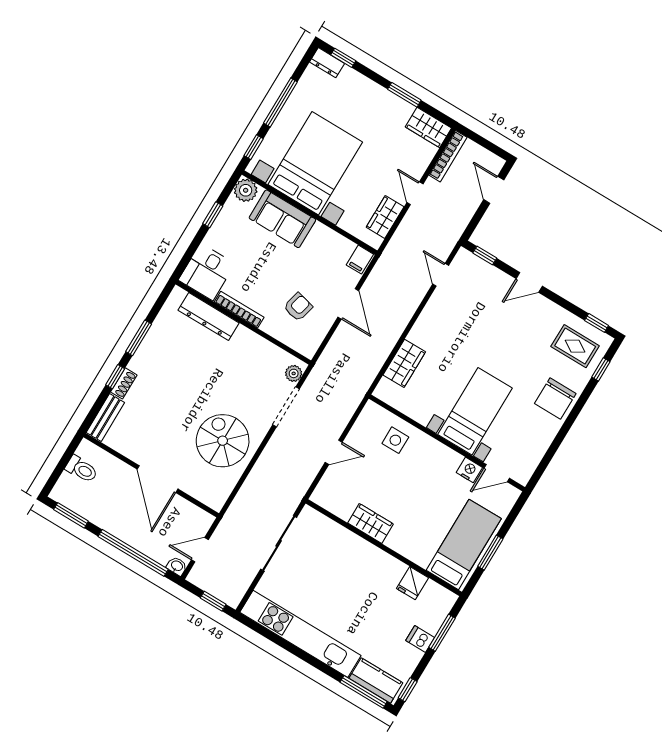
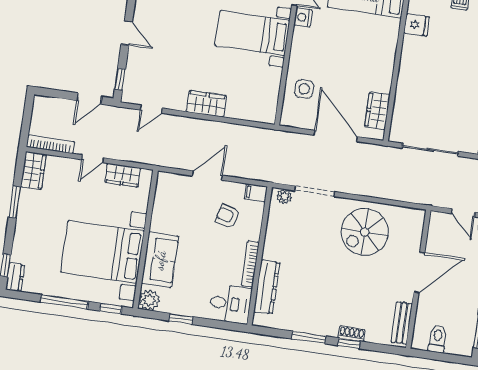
door: (494, 190) -> (89, 99), moved
filing cabinet: (360, 260) -> (256, 193), moved, turned 180
wardrobe: (404, 363) -> (206, 104), moved
bench: (105, 418) -> (402, 323), moved, turned 90
door: (334, 452) -> (336, 136), width x1.88
wardrobe: (370, 523) -> (377, 111), moved

